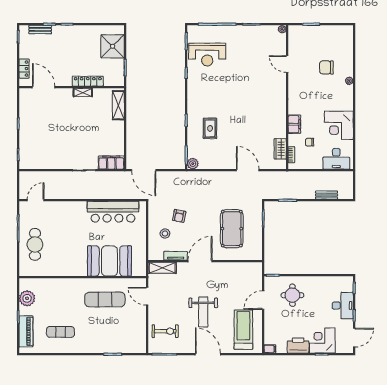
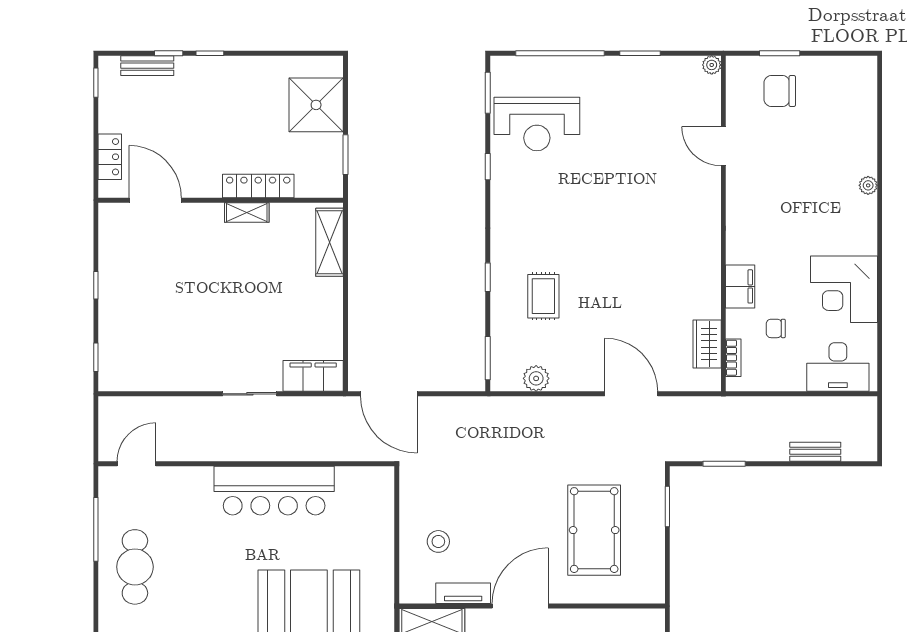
chair: (326, 67) -> (780, 91), moved
plant: (193, 164) -> (536, 378), moved
bar counter: (113, 212) -> (274, 491), moved
armchair: (179, 216) -> (471, 500), removed

